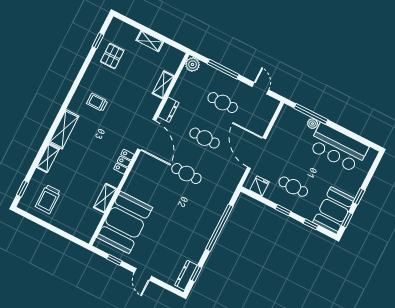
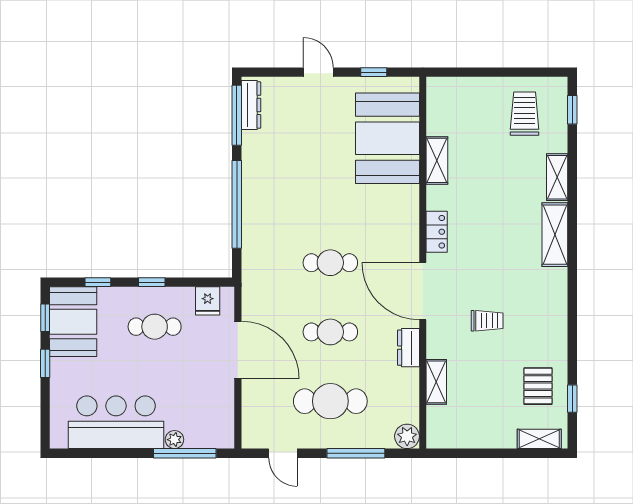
shelving: (150, 41) -> (539, 439), moved
trolley: (97, 102) -> (487, 321), moved
cafe table: (223, 103) -> (330, 401), width x1.37, depth x1.35
window: (196, 274) -> (237, 115), width x2.17

